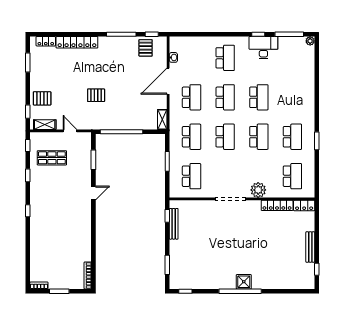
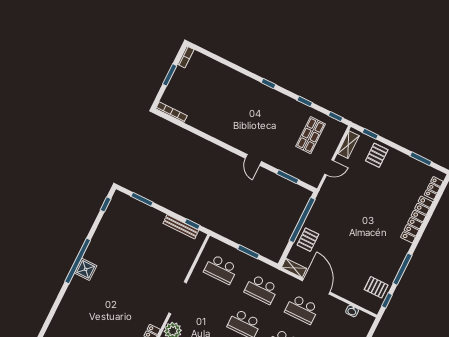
door: (168, 81) -> (316, 286), moved
pallet: (96, 95) -> (308, 240), moved

